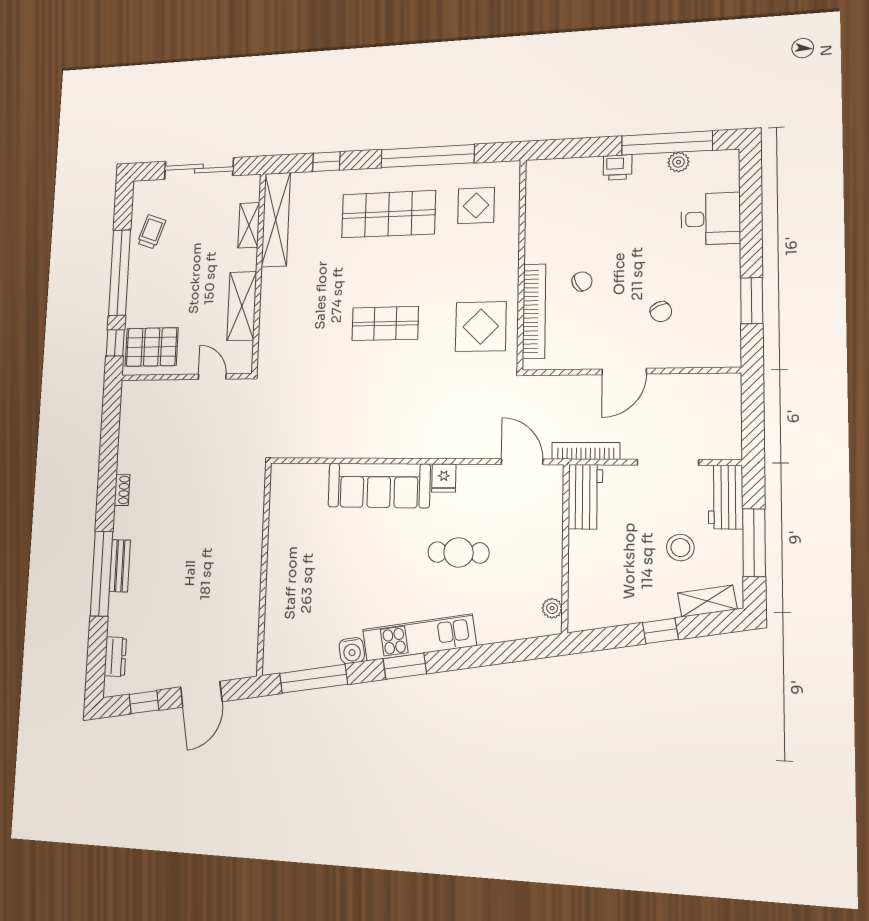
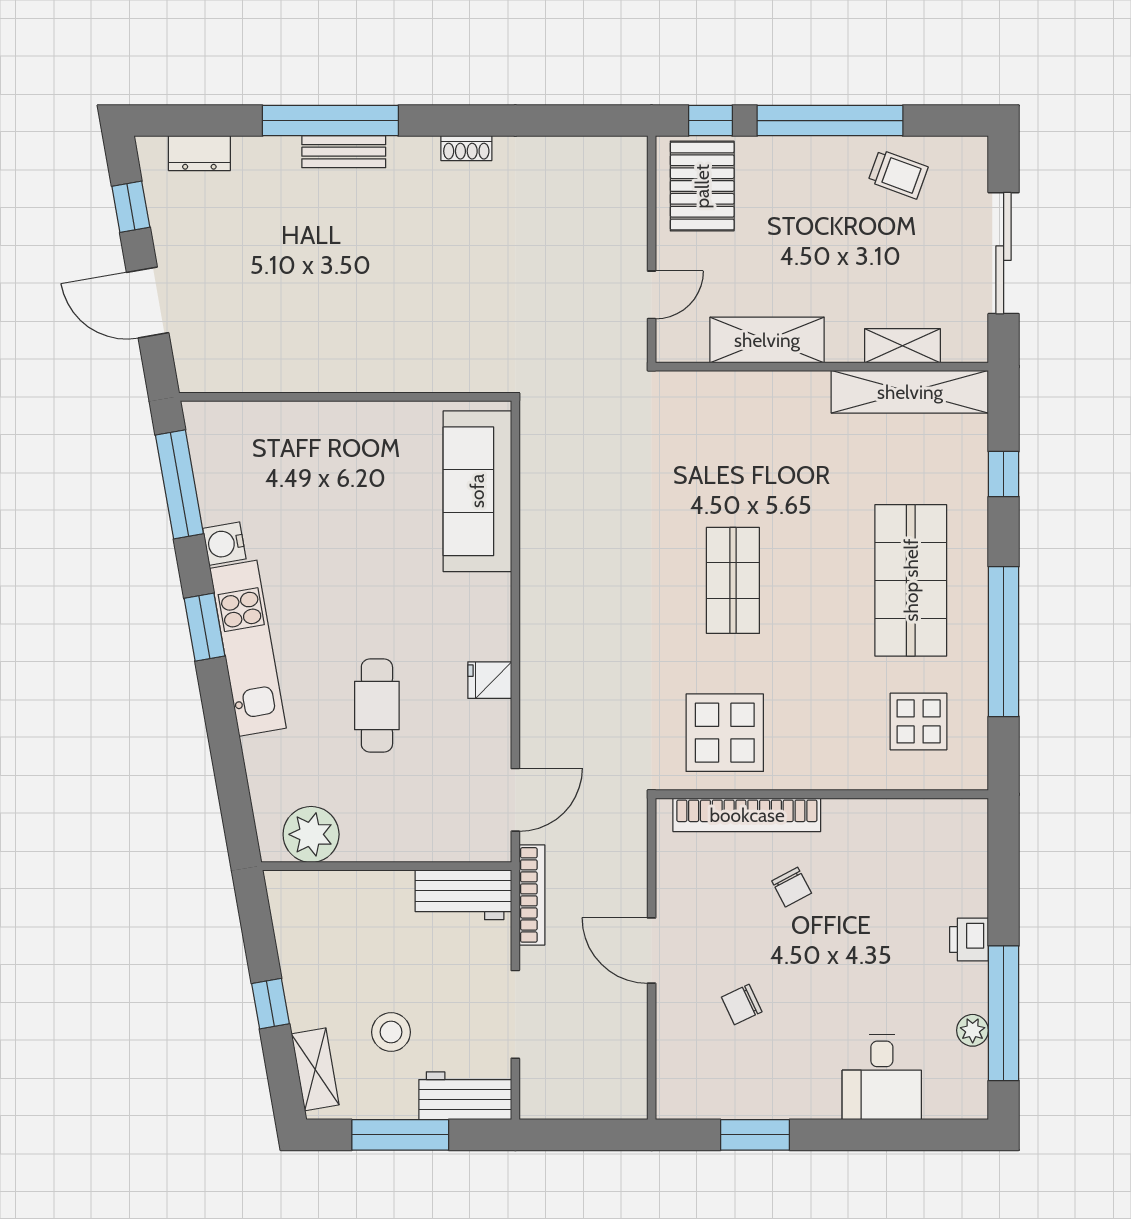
sofa: (379, 485) -> (477, 491), moved
plant: (552, 608) -> (311, 834), width x1.87, depth x1.87

